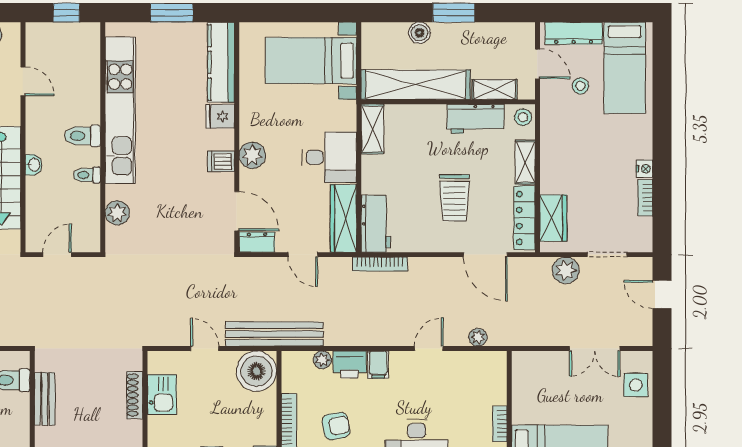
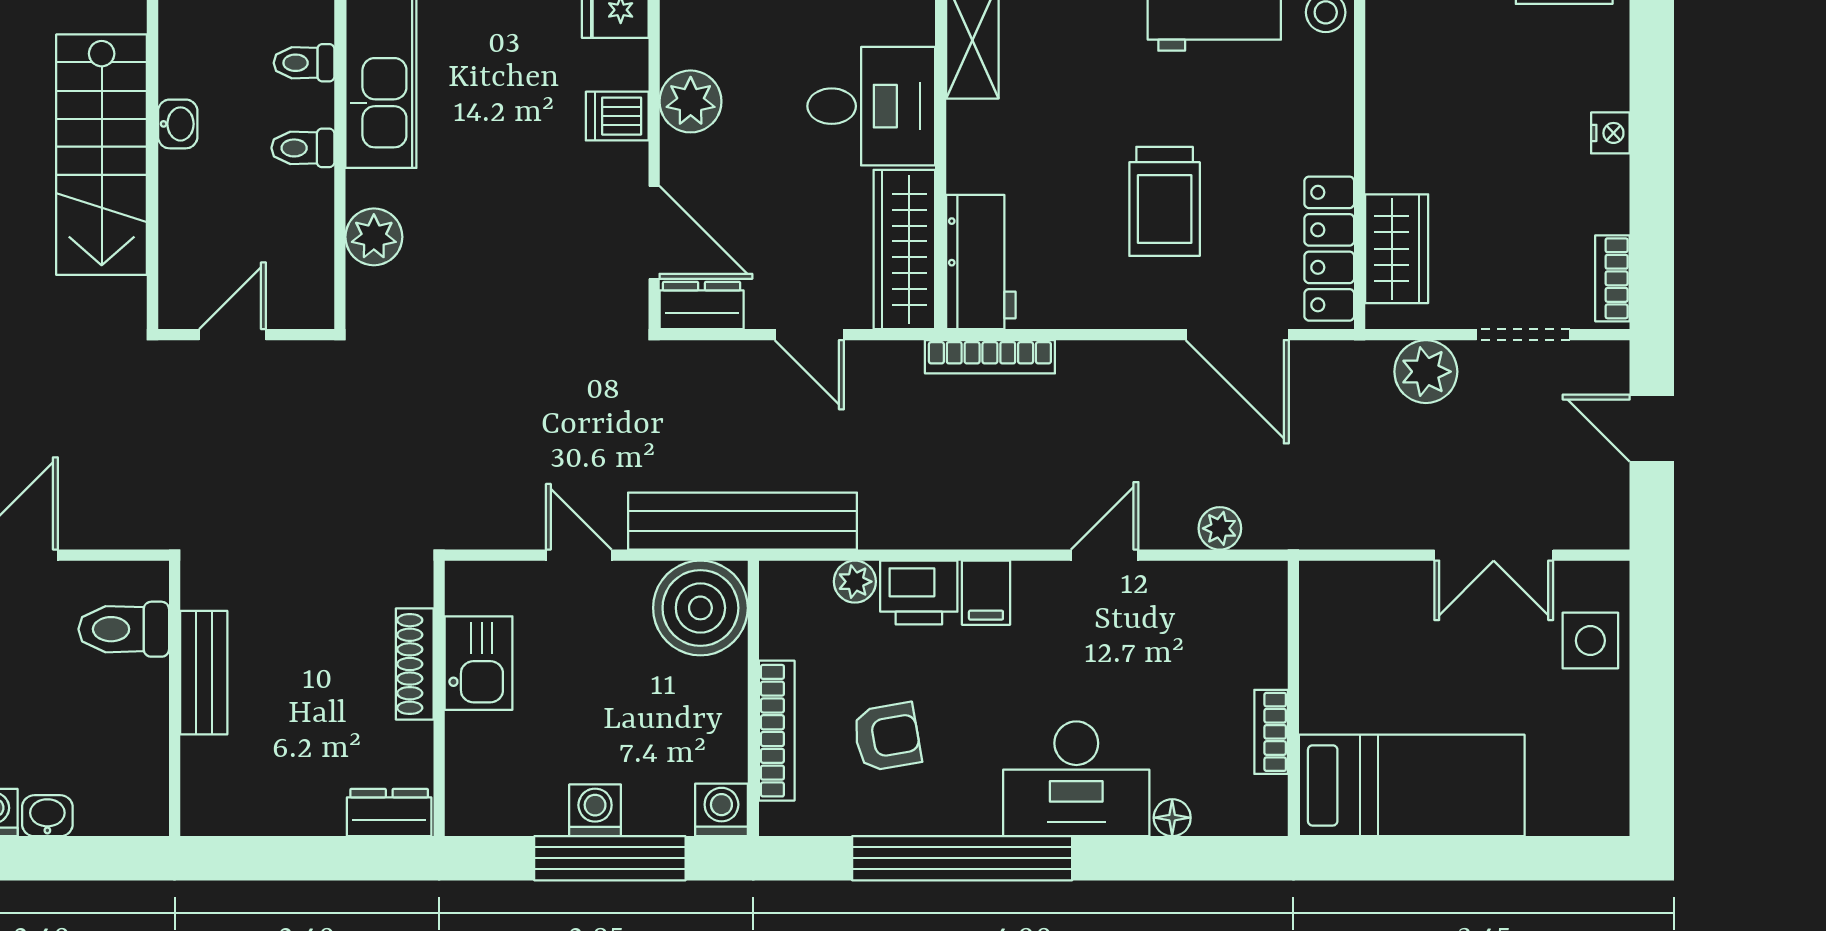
toilet: (83, 136) -> (304, 63), width x0.73, depth x0.72
shelving: (525, 162) -> (1331, 118), removed
bookcase: (645, 198) -> (1612, 278), moved

